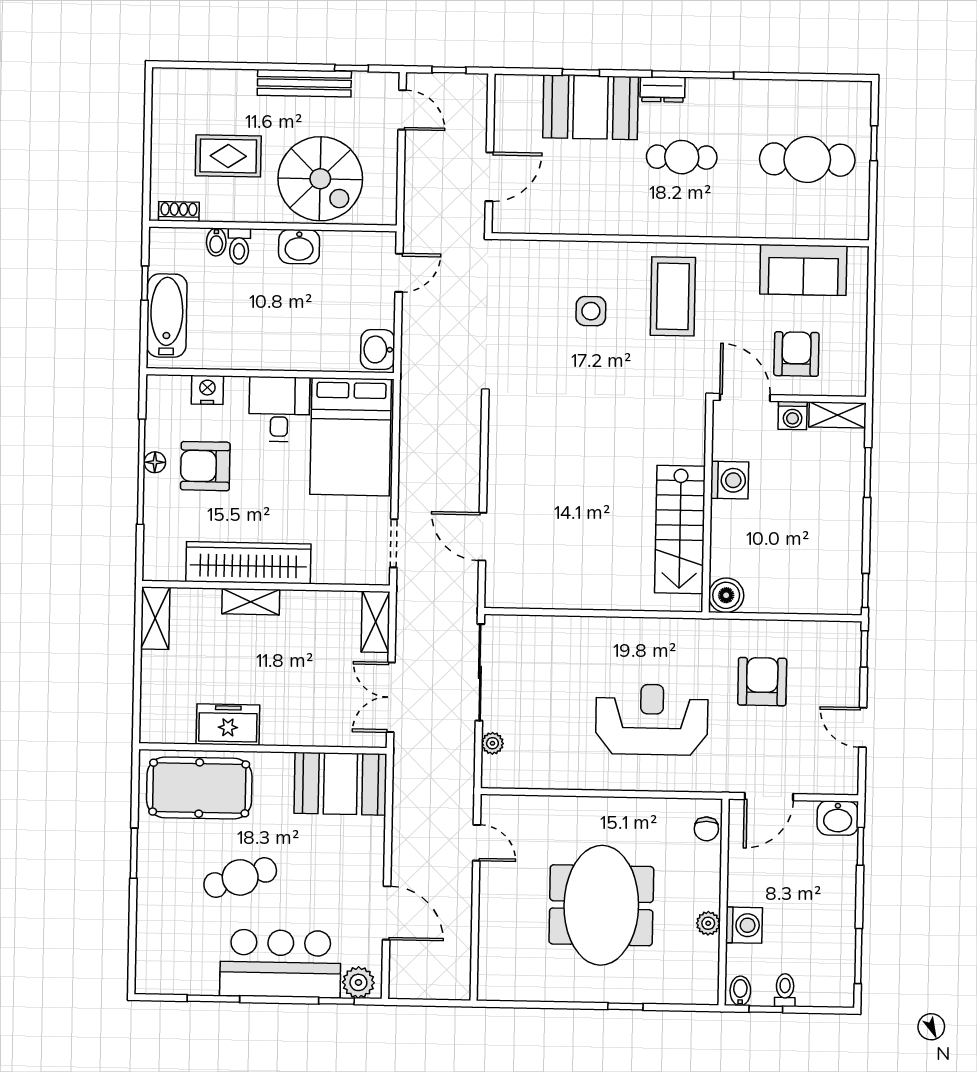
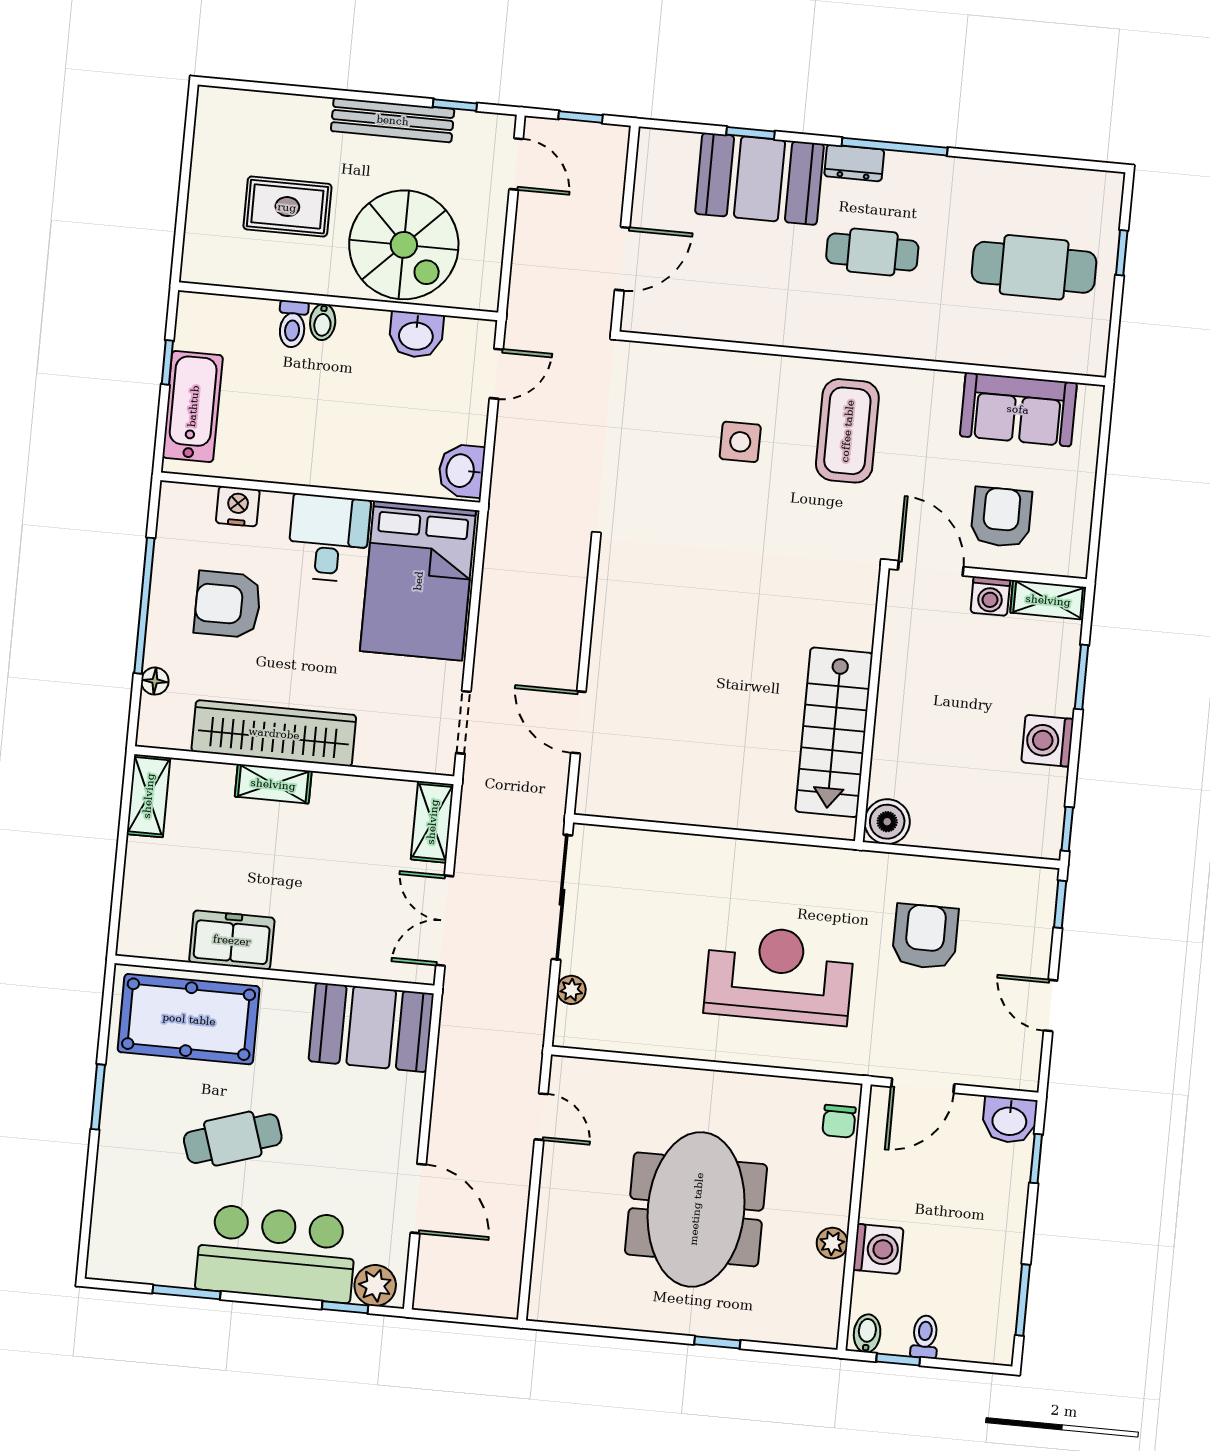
shoe rack: (179, 212) -> (218, 273), removed
bidet: (216, 242) -> (323, 322), moved
washbasin: (299, 247) -> (416, 335), moved
floor lamp: (155, 462) -> (155, 681), moved
washing machine: (730, 480) -> (1047, 741), moved, turned 180

